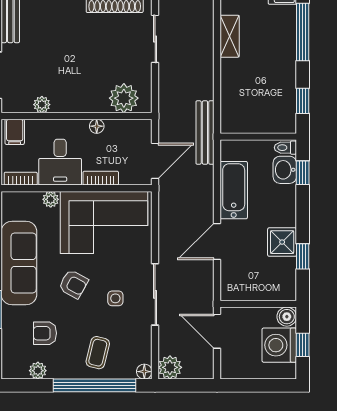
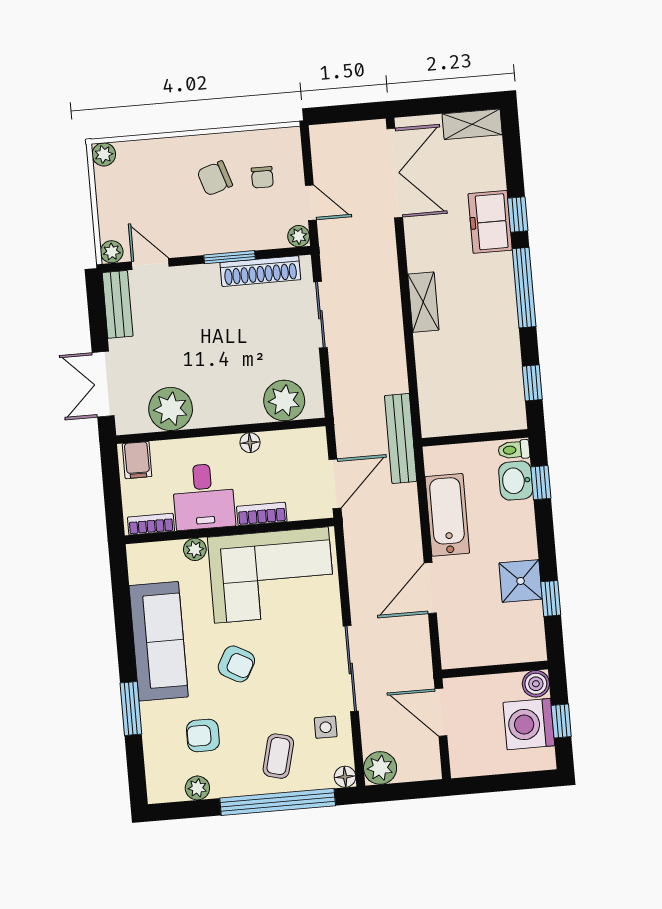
plant: (42, 105) -> (171, 409), width x1.87, depth x1.87
side table: (115, 298) -> (326, 727), moved

